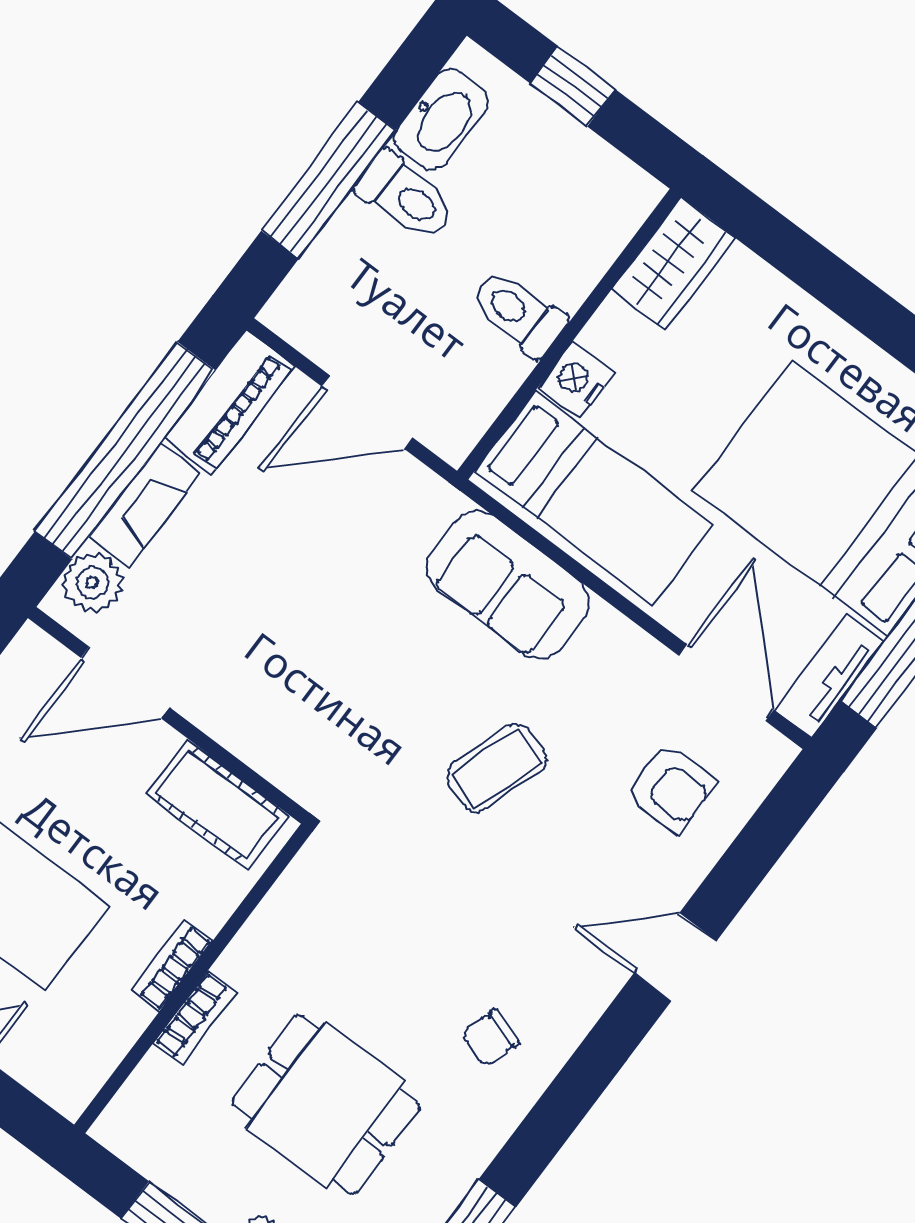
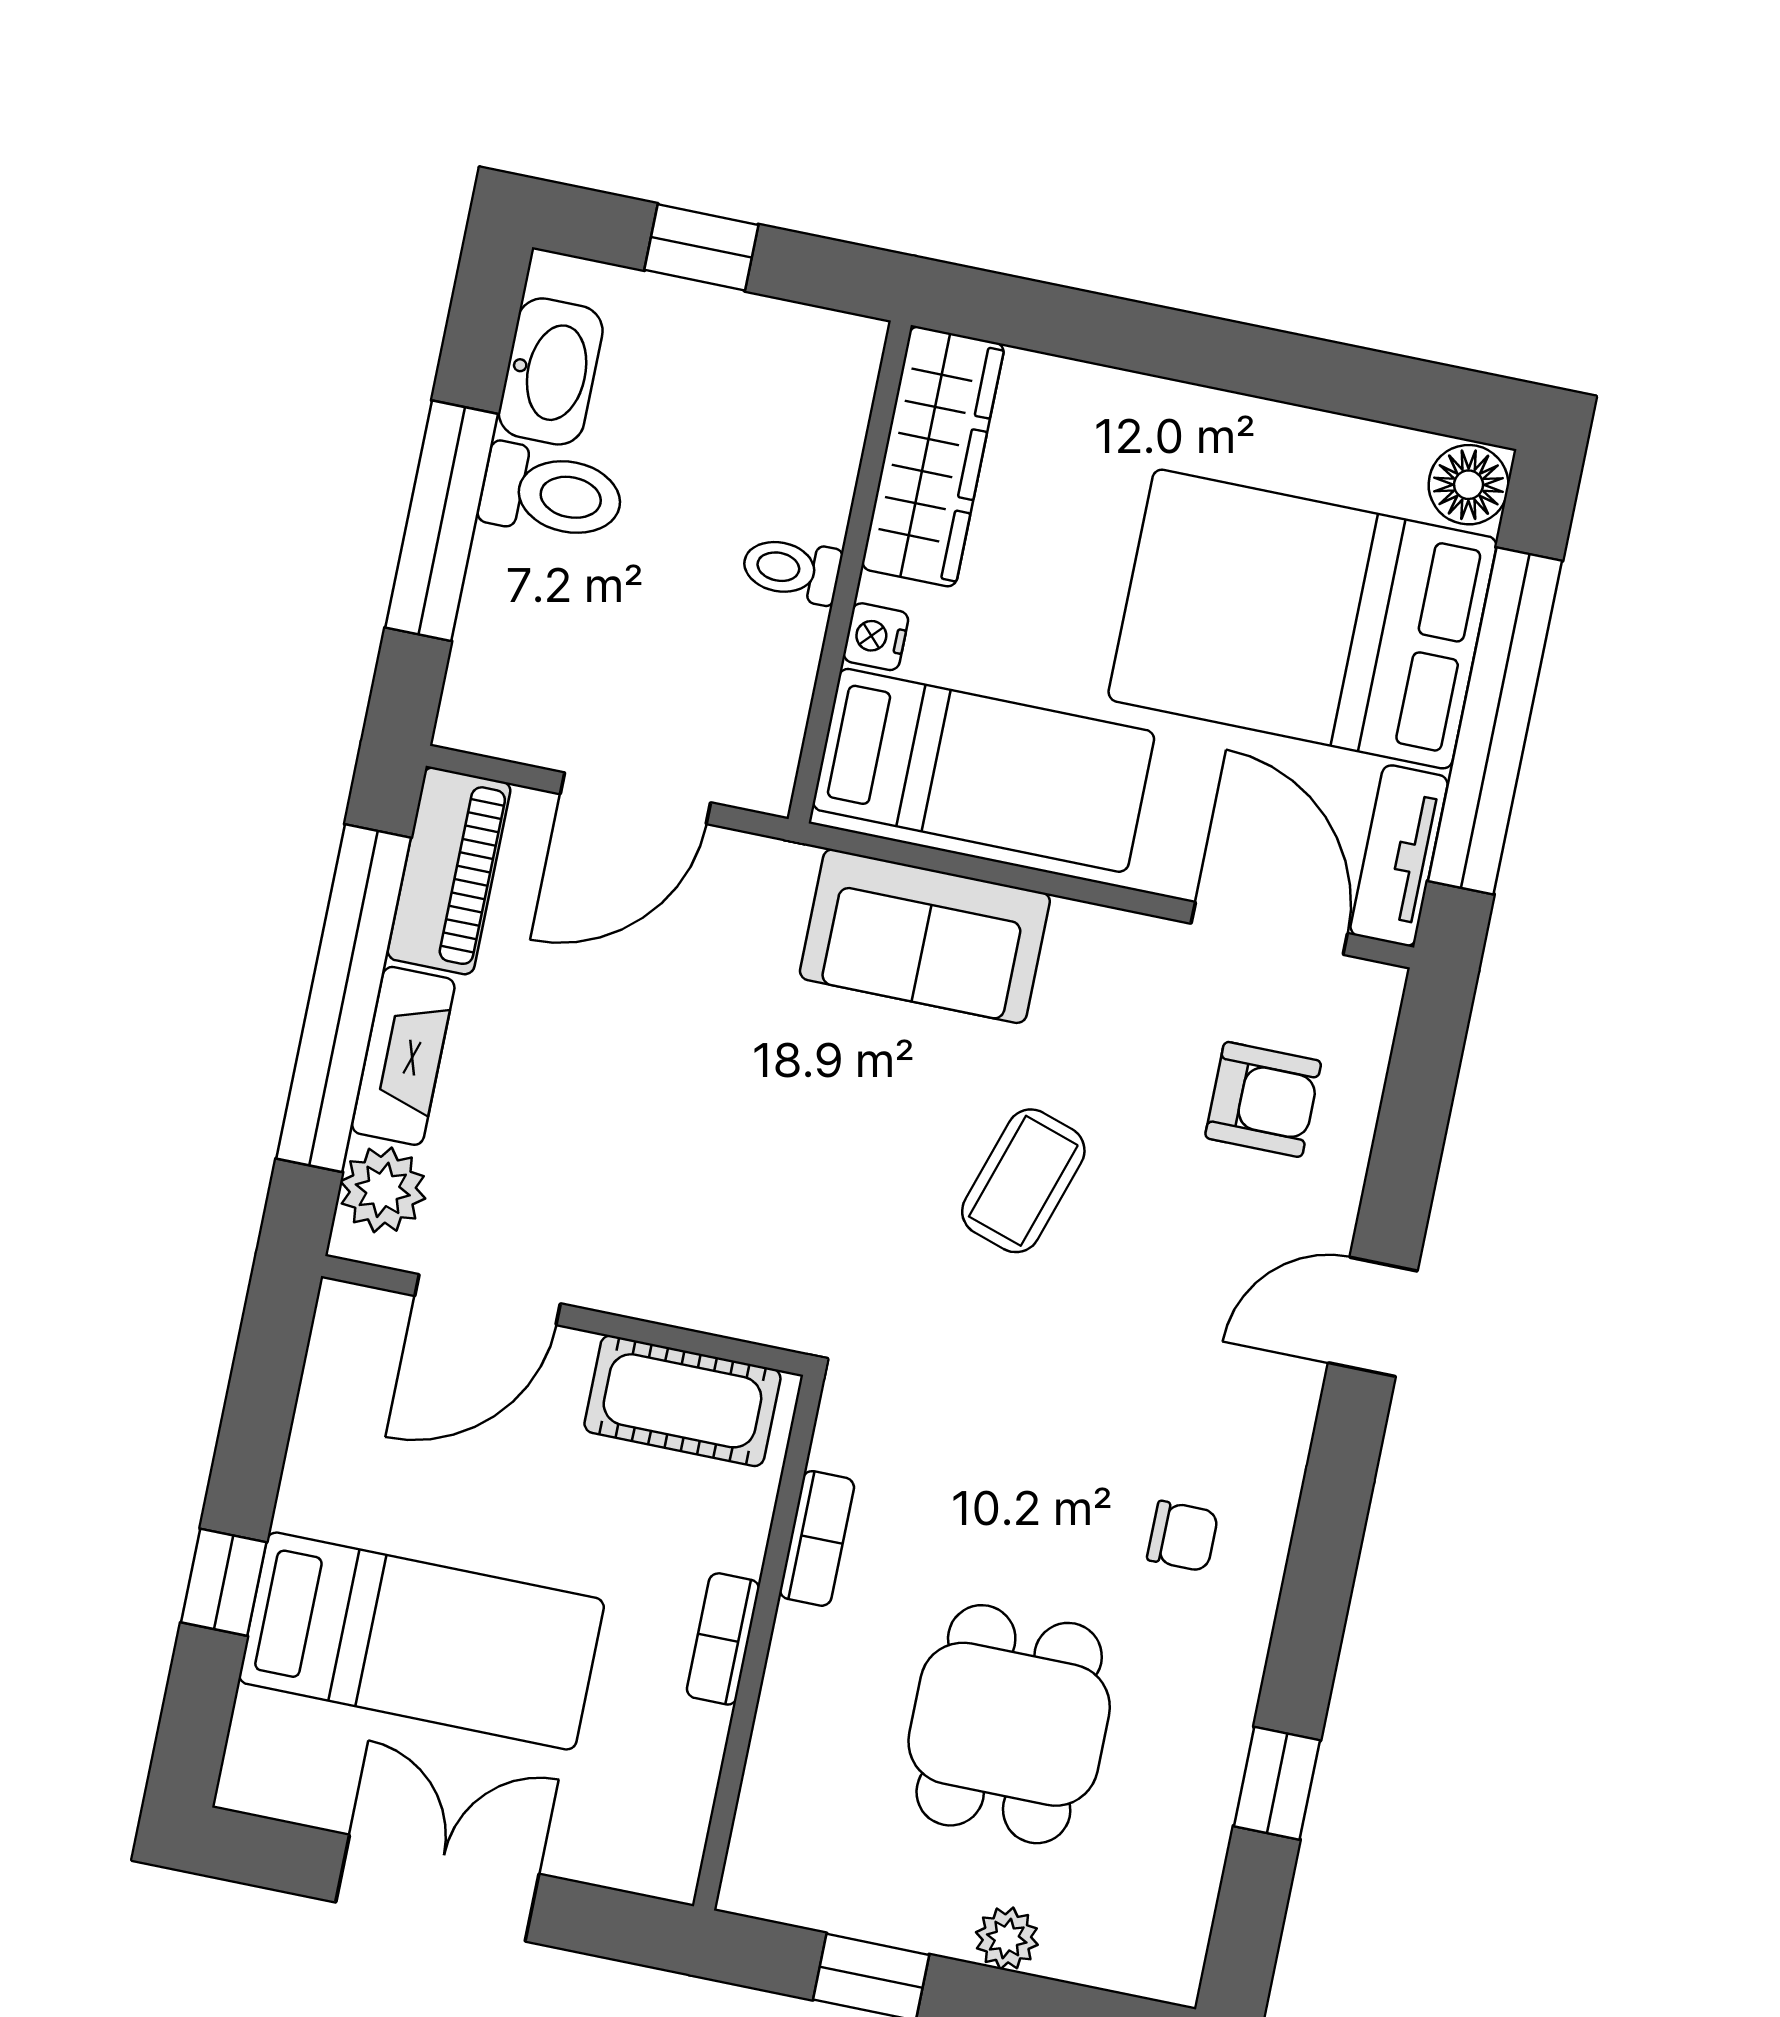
wardrobe: (673, 263) -> (933, 456), width x1.50
toilet: (519, 313) -> (791, 569), width x0.73, depth x0.72
nightstand: (577, 380) -> (876, 637), width x0.72, depth x0.74
bookcase: (195, 1018) -> (817, 1538), moved
chair: (491, 1038) -> (1183, 1536), turned -107
dining table: (326, 1104) -> (1009, 1724), turned 90

